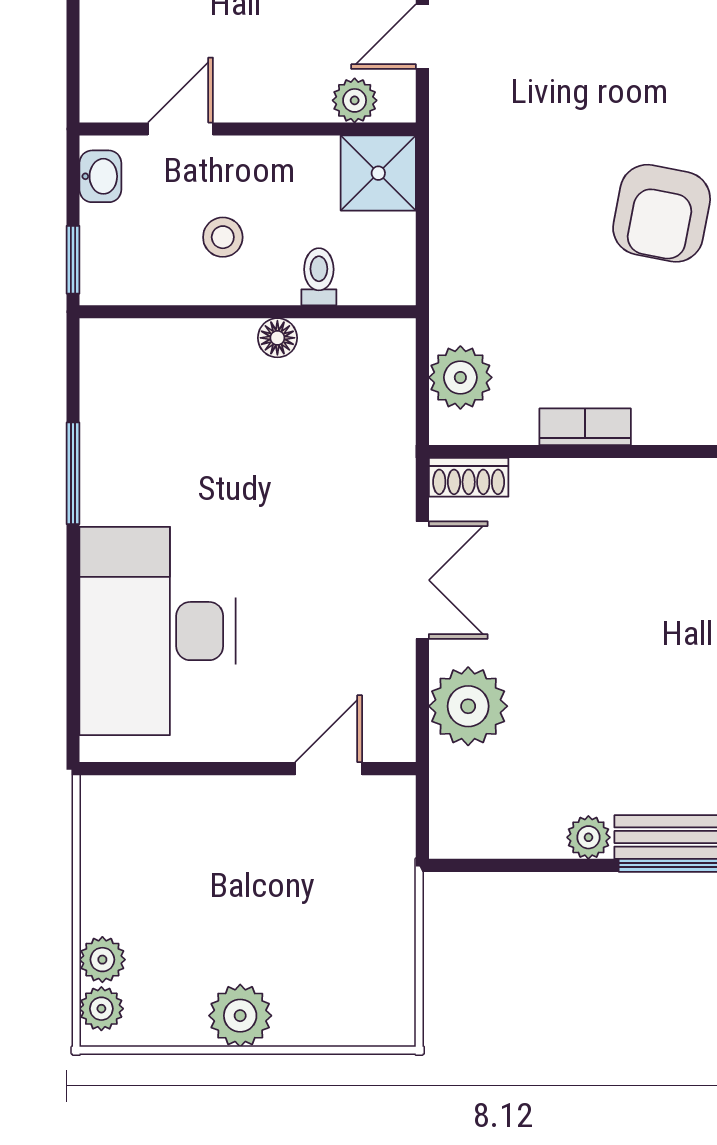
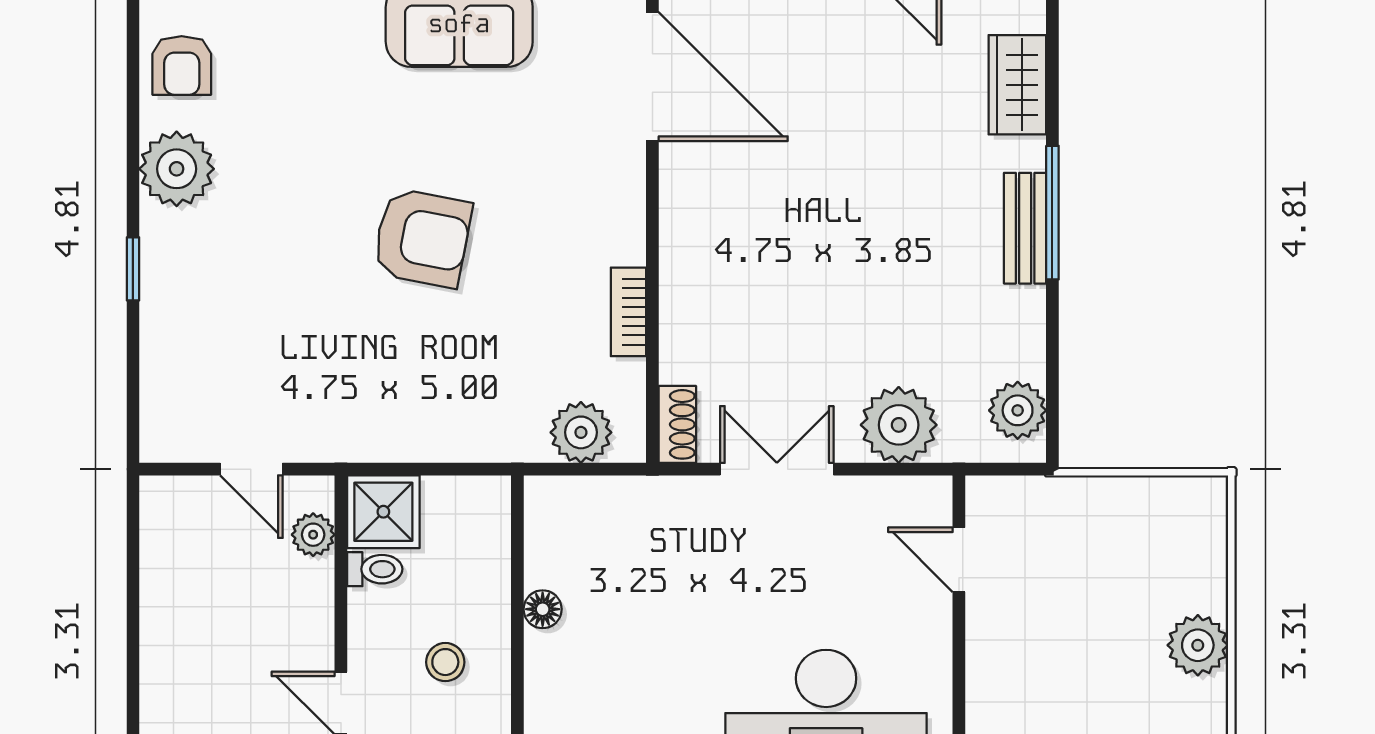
toilet: (319, 277) -> (375, 569), moved, turned 180
plant: (588, 837) -> (1018, 410), moved, width x1.38, depth x1.38

